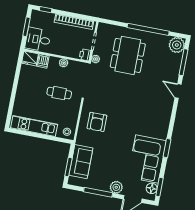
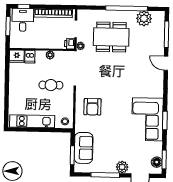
desk: (38, 39) -> (23, 20), moved, turned 90
plant: (177, 45) -> (144, 18), moved
dining table: (128, 55) -> (111, 37), turned 90
corner sofa: (147, 159) -> (147, 119), moved

